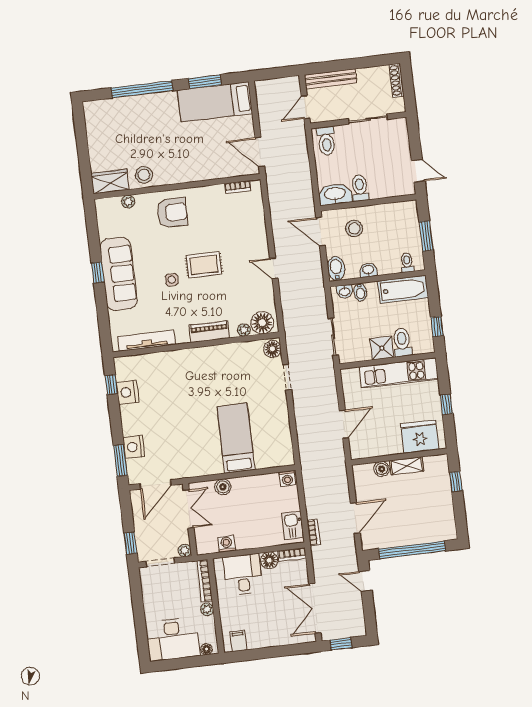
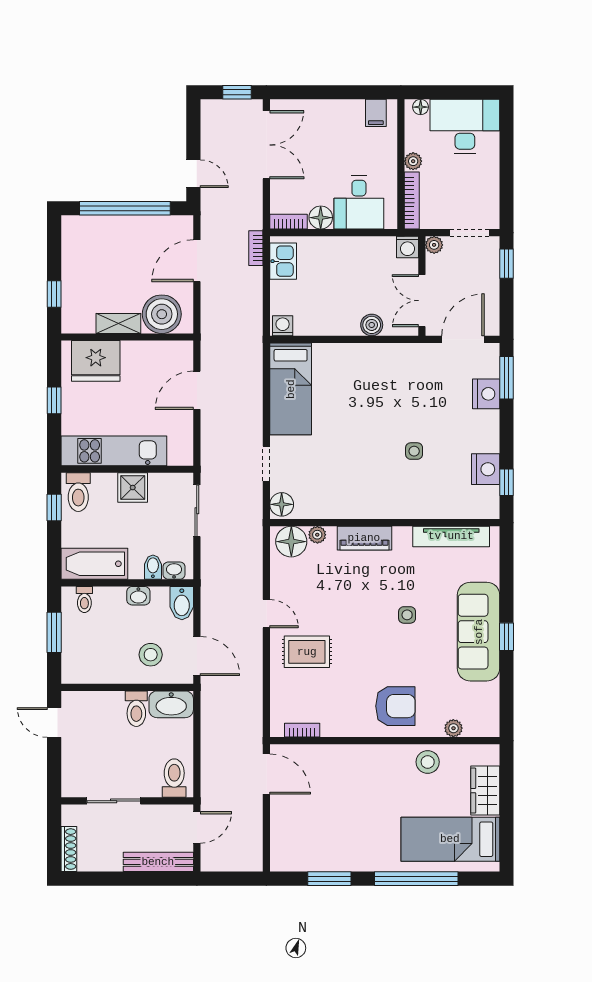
bed: (215, 102) -> (450, 839), moved, turned 180
wardrobe: (110, 182) -> (485, 791), moved, turned 90
armchair: (172, 213) -> (395, 706), turned 180
rug: (204, 265) -> (307, 652), moved
toilet: (402, 342) -> (78, 492), moved
side table: (181, 399) -> (414, 451), added
bed: (236, 438) -> (291, 389), moved
boiler: (382, 469) -> (162, 314), width x1.86, depth x1.86
washing machine: (227, 544) -> (408, 247), moved

